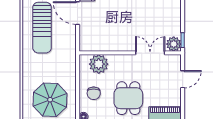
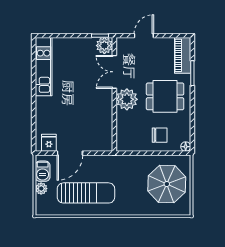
plant: (99, 64) -> (127, 99), moved
door: (183, 79) -> (144, 36), hinge flipped

